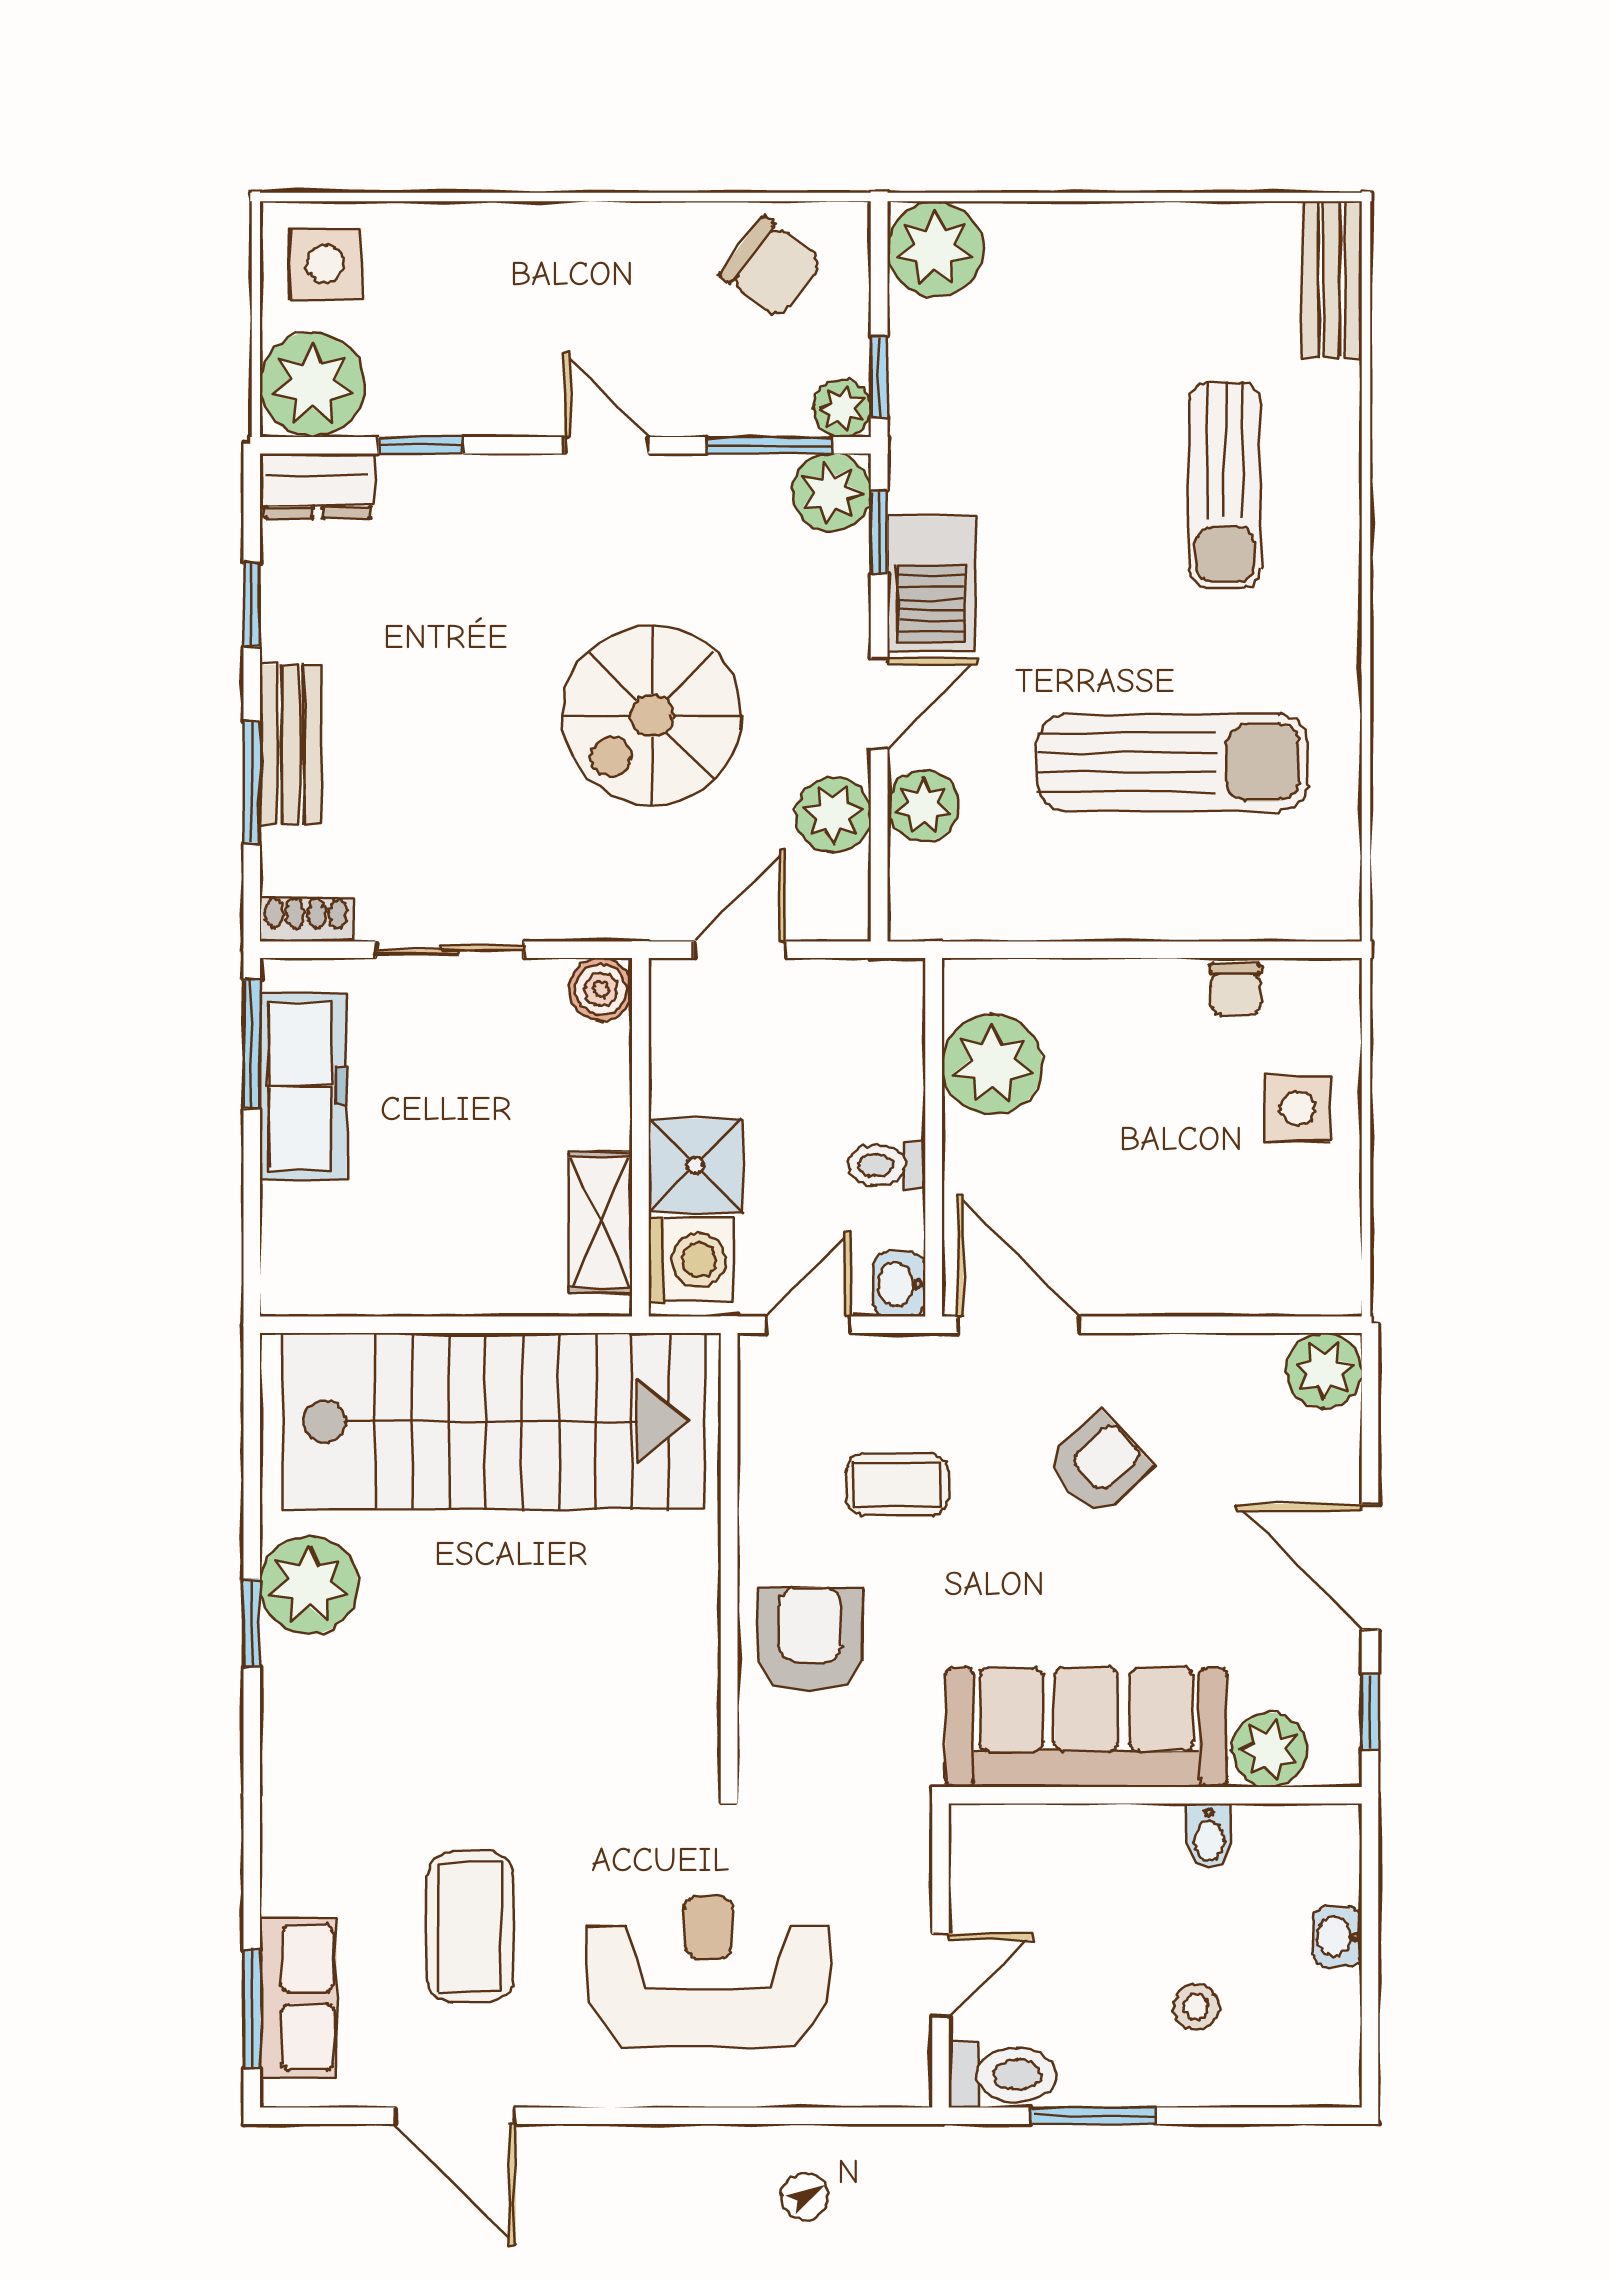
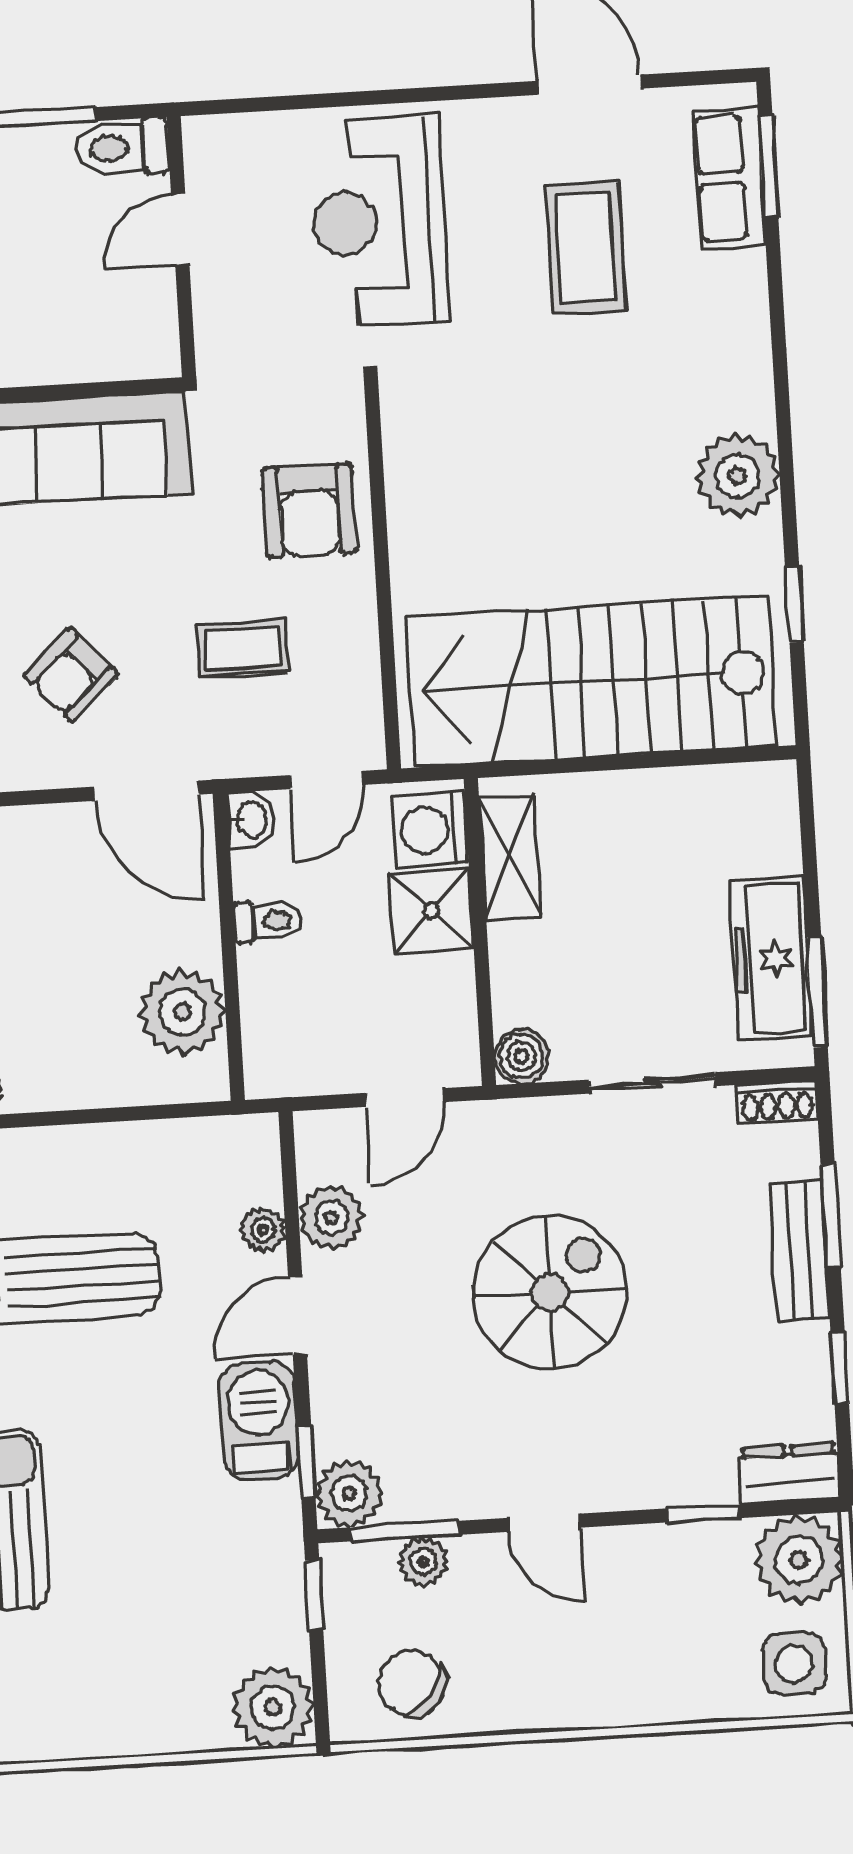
plant: (842, 408) -> (423, 1562), moved
spiral stairs: (652, 715) -> (550, 1292), moved
plant: (923, 806) -> (263, 1230), width x0.73, depth x0.73
plant: (309, 1585) -> (737, 476), moved
window: (252, 1623) -> (794, 605), moved
reception desk: (708, 1971) -> (379, 221), turned 90

